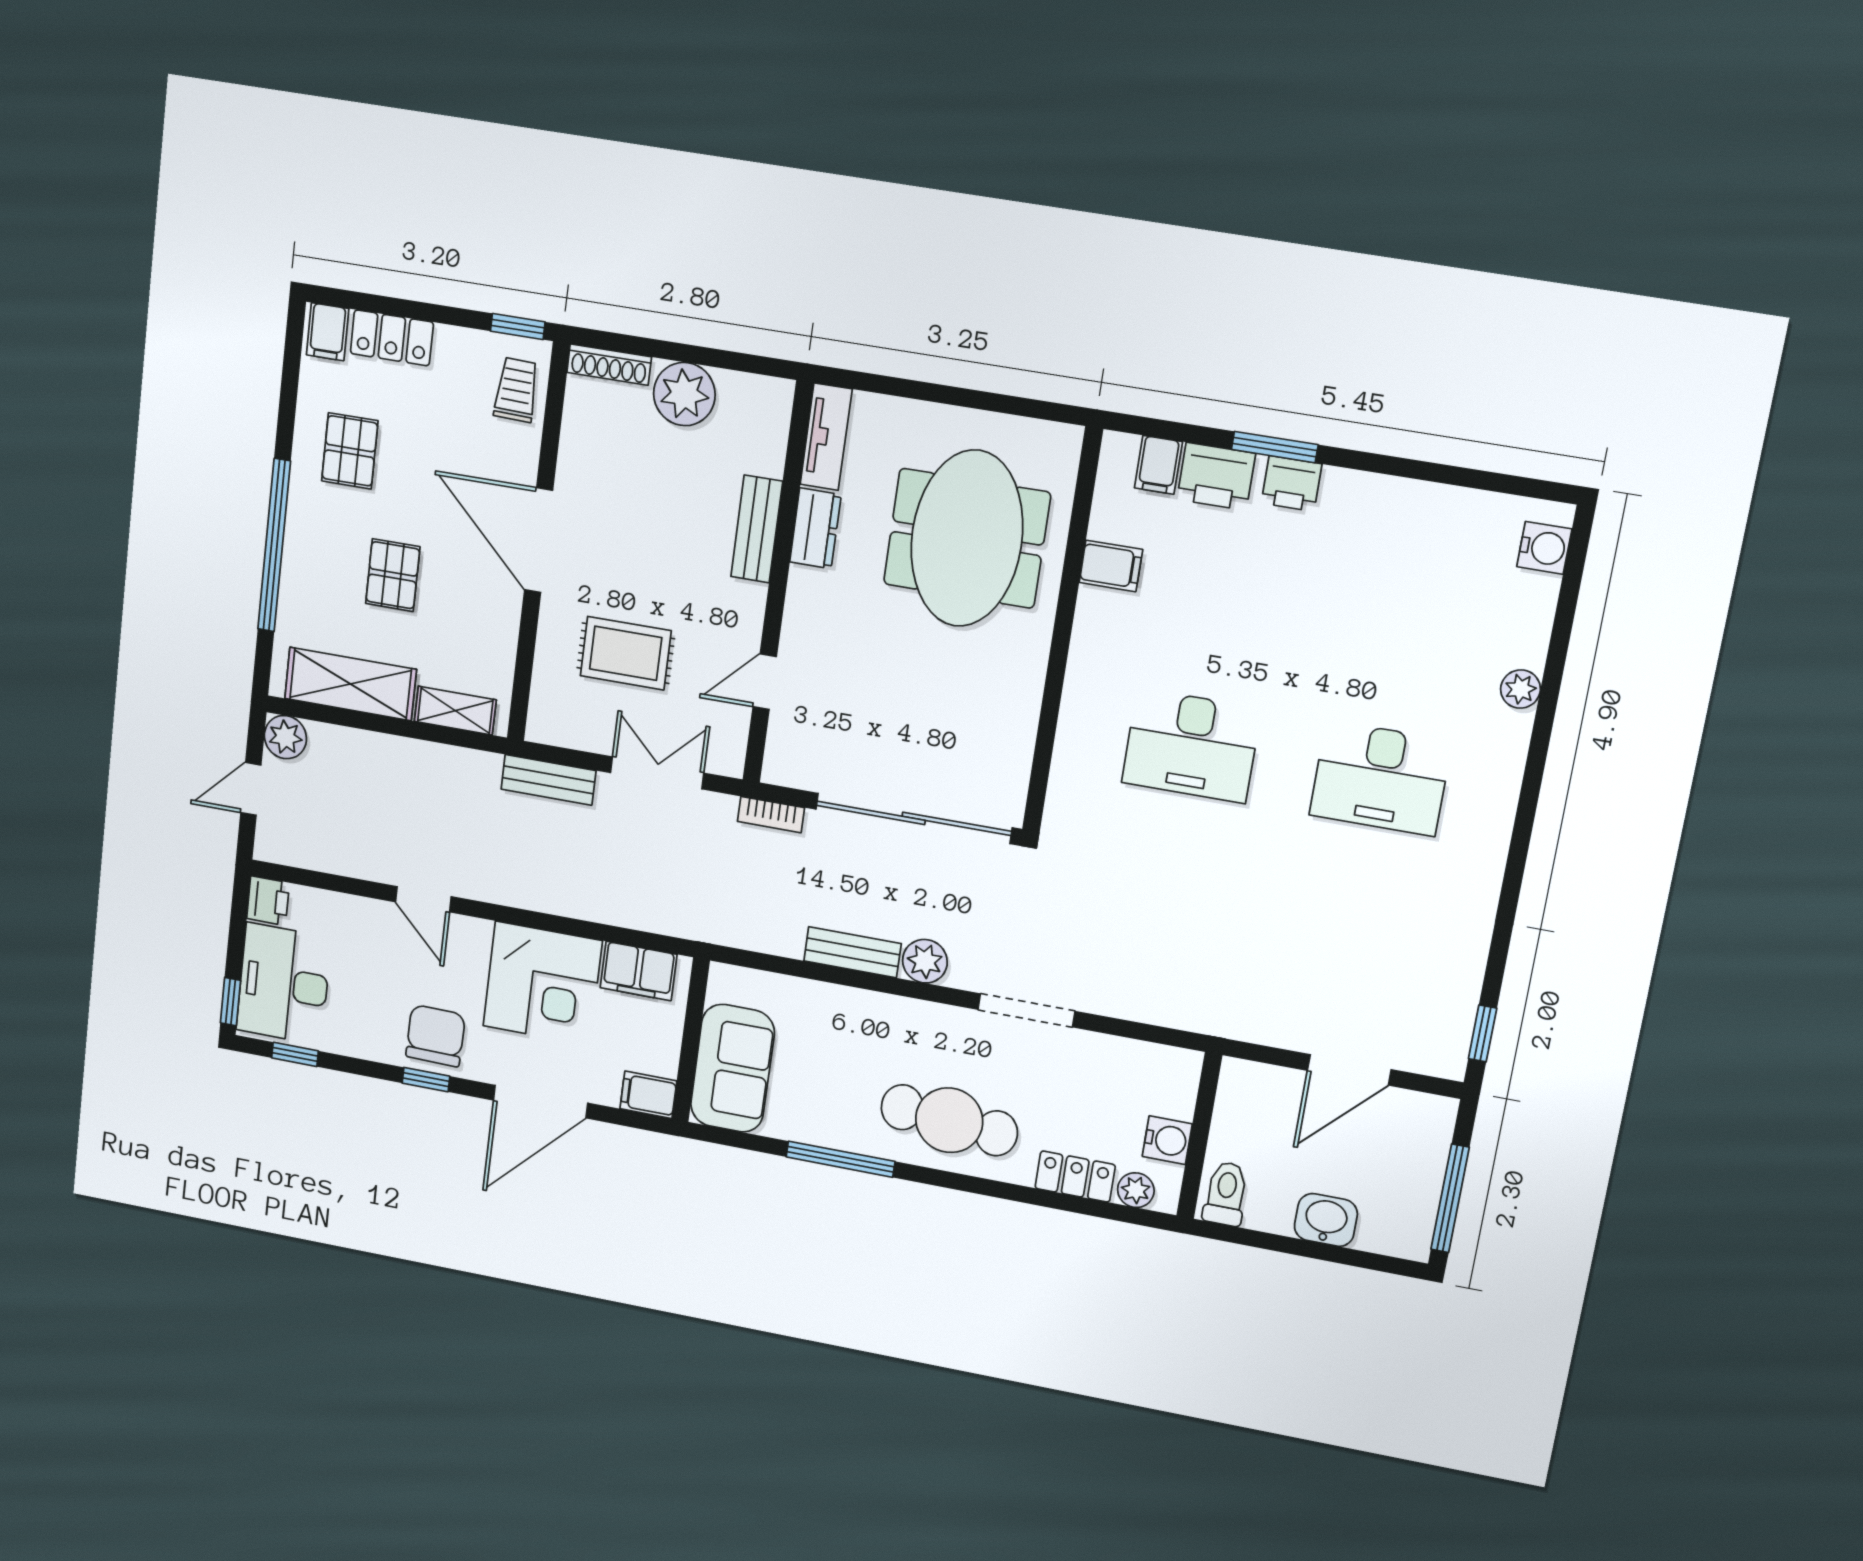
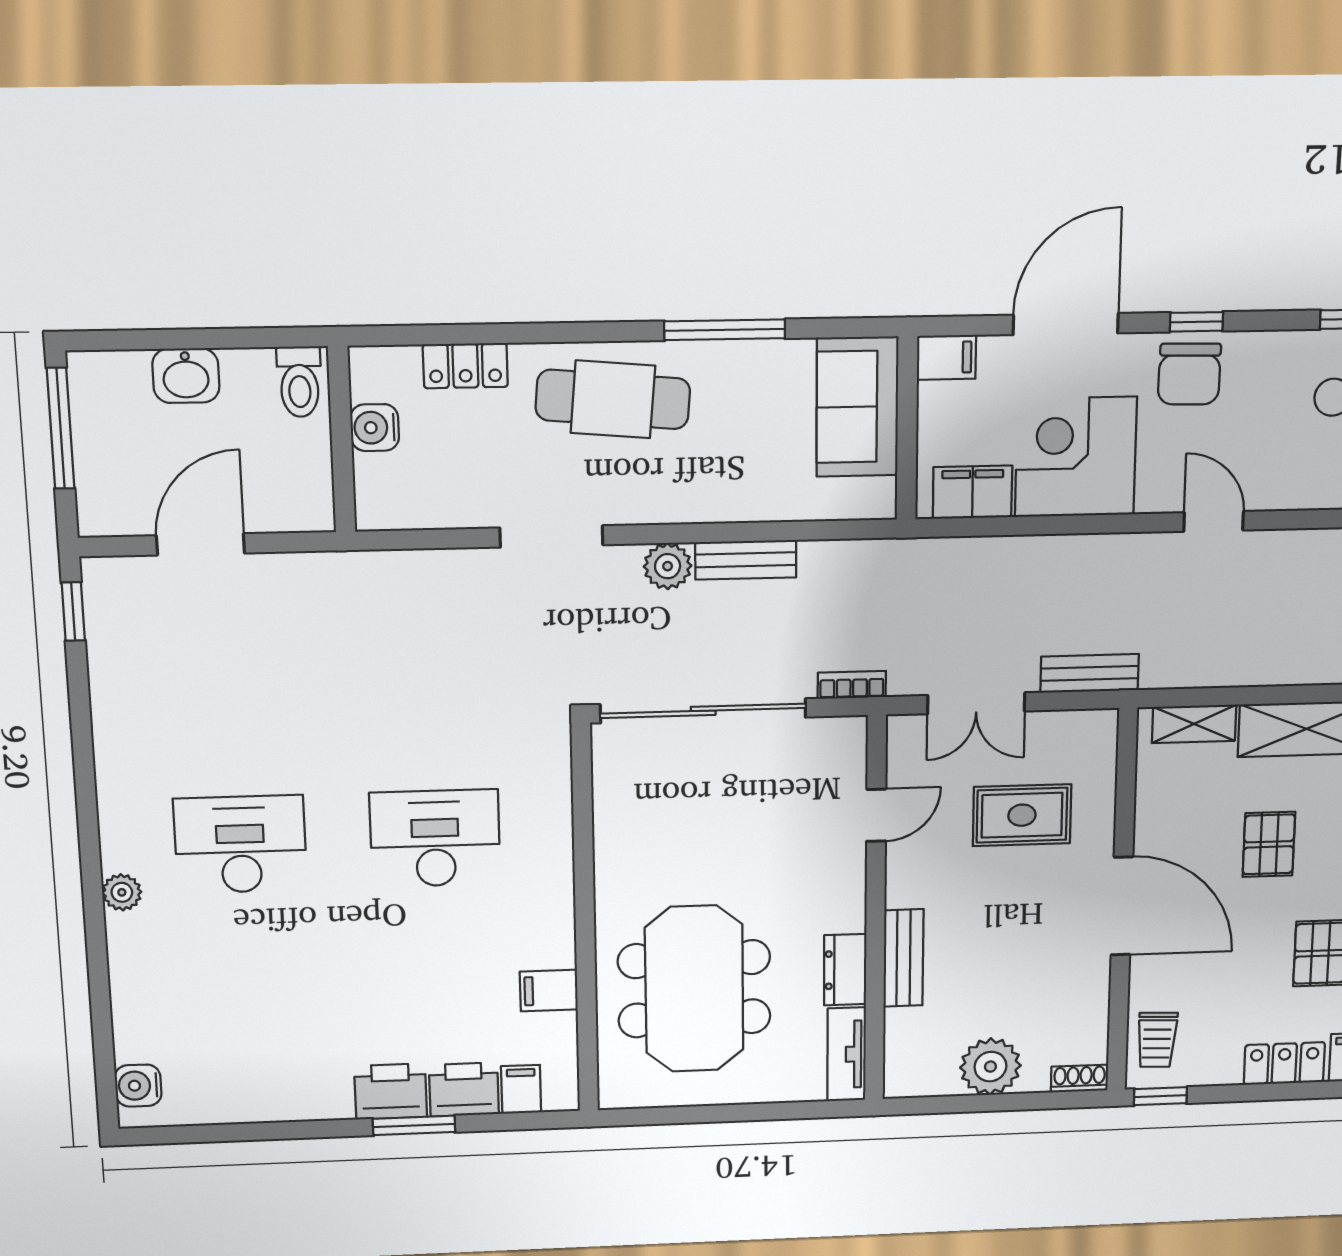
shoe rack: (609, 365) -> (1079, 1079), width x0.70
printer: (1292, 484) -> (391, 1091), width x1.36, depth x1.24
plant: (1520, 689) -> (122, 892), moved
plant: (1136, 1190) -> (397, 365), removed

